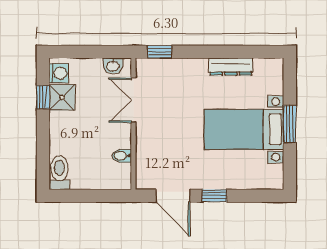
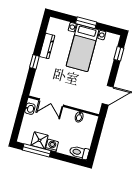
window: (160, 52) -> (34, 62), moved
washing machine: (59, 73) -> (52, 145), moved
window: (43, 97) -> (37, 150), width x2.17
window: (215, 196) -> (119, 54), moved

